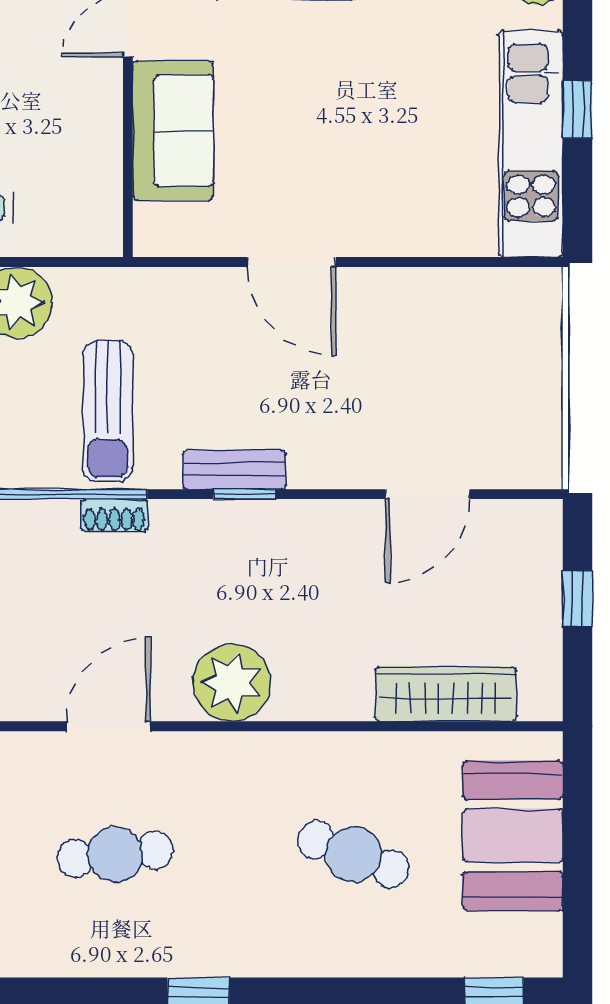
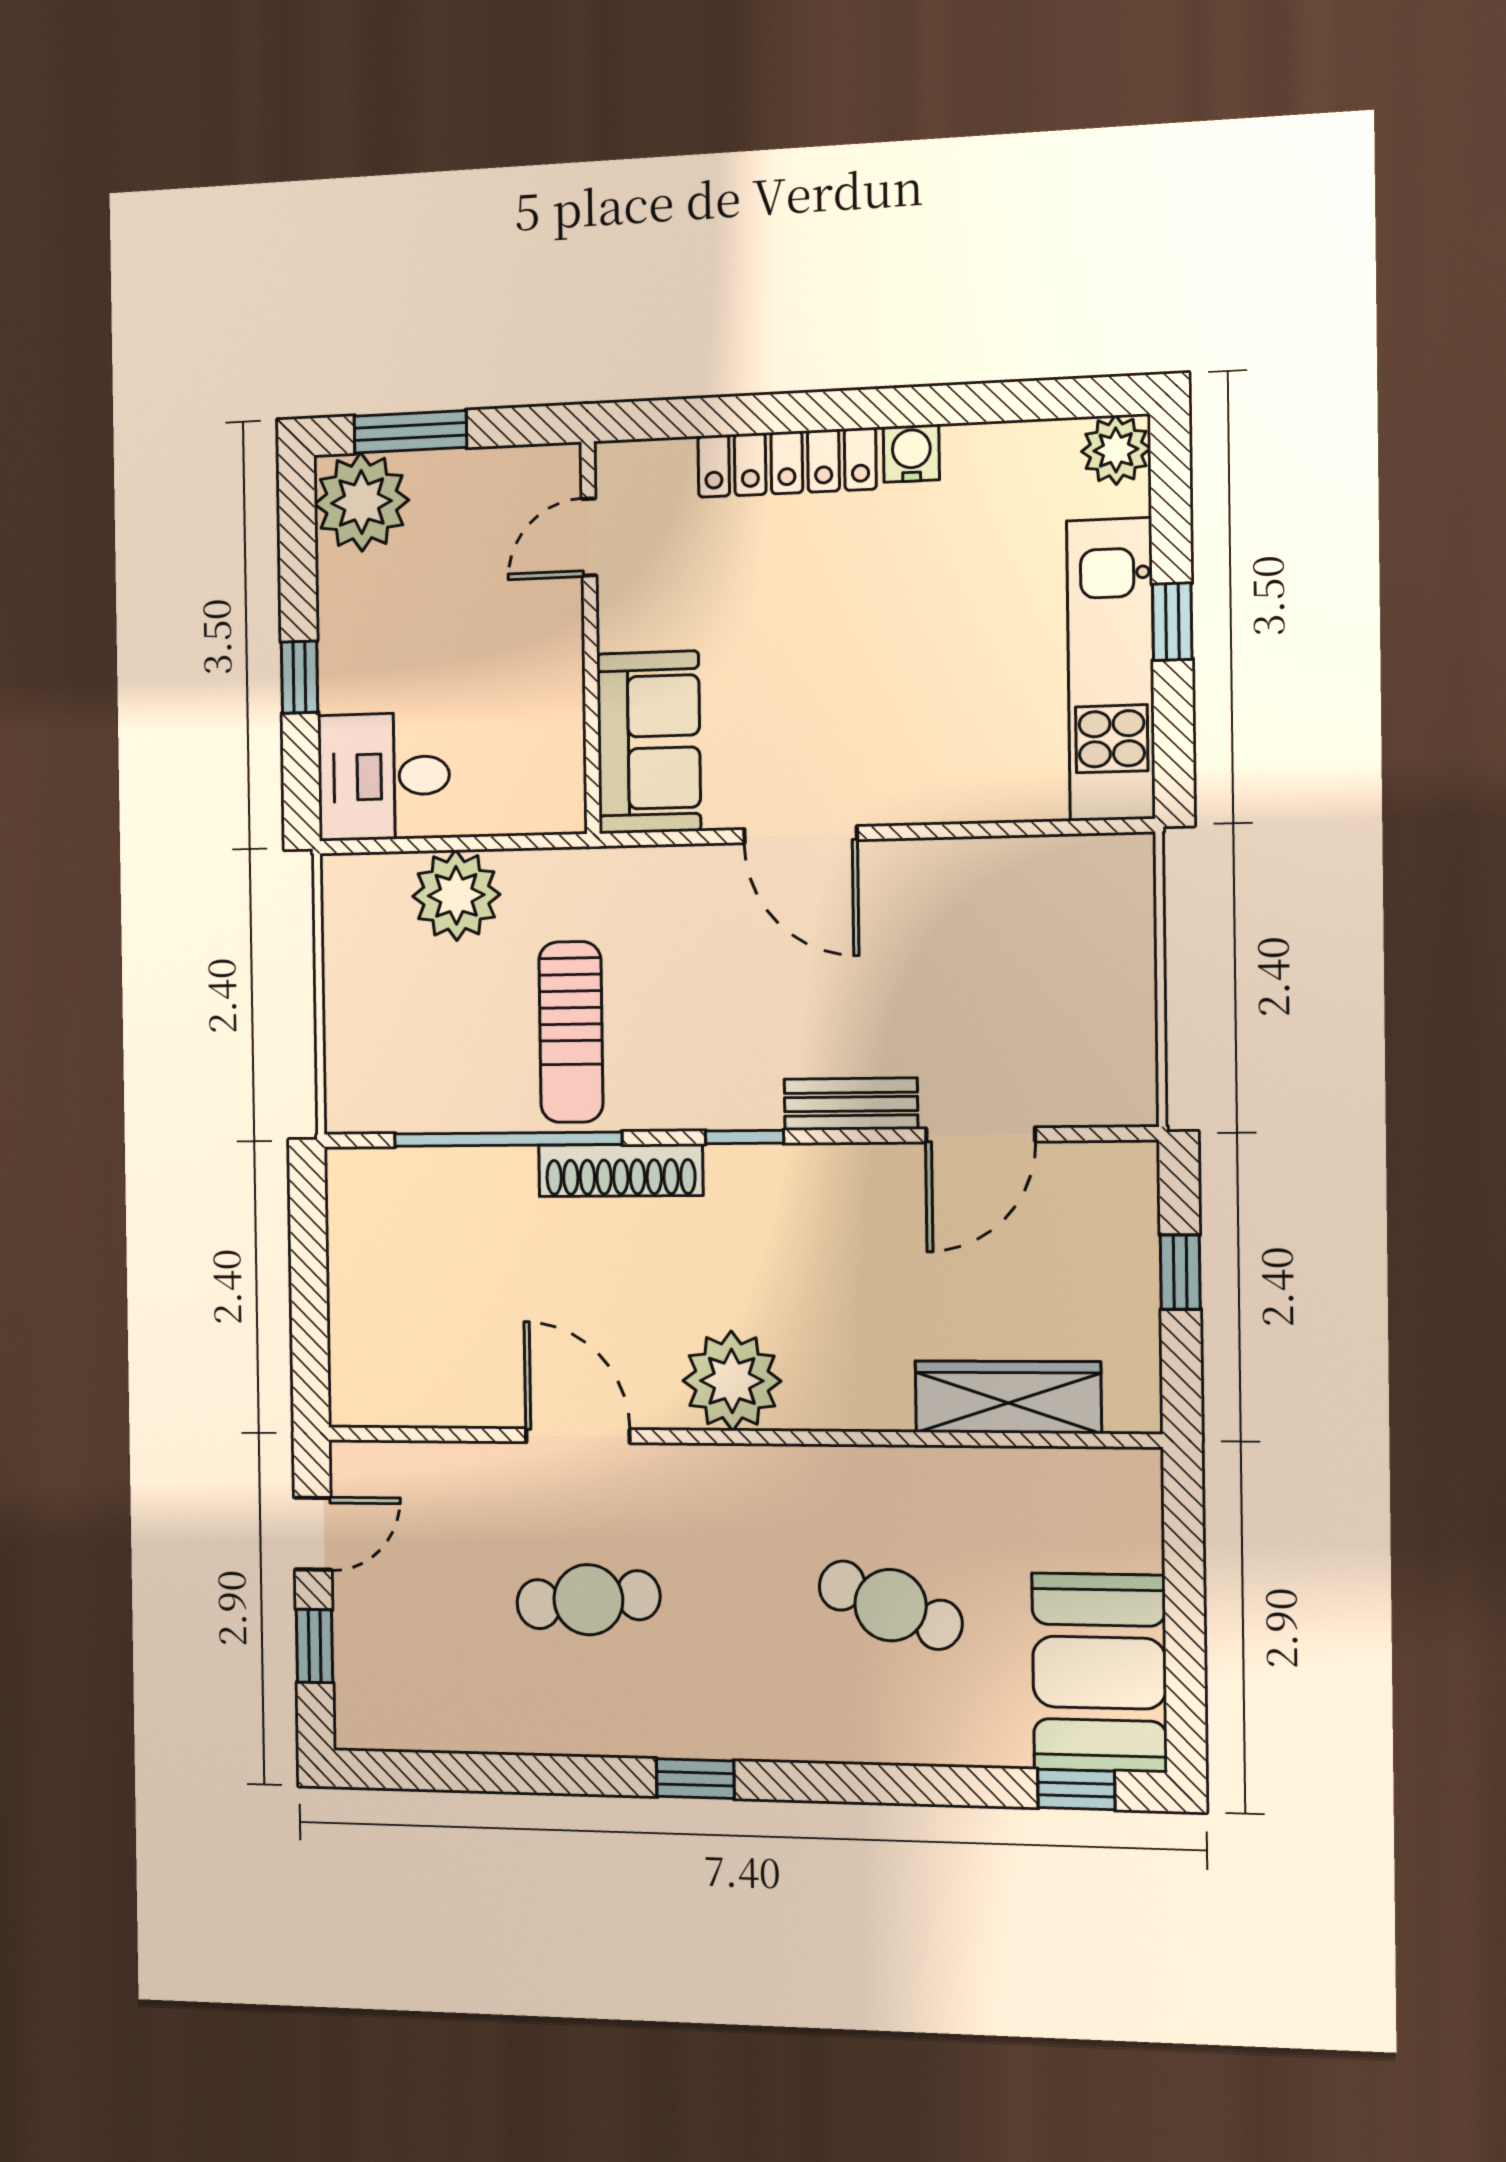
sofa: (173, 131) -> (649, 742), moved
bench: (234, 470) -> (851, 1104), moved
shoe rack: (114, 515) -> (621, 1170), width x1.94, depth x1.24
door: (108, 726) -> (578, 1436), hinge flipped
booth: (513, 836) -> (1099, 1673), moved

